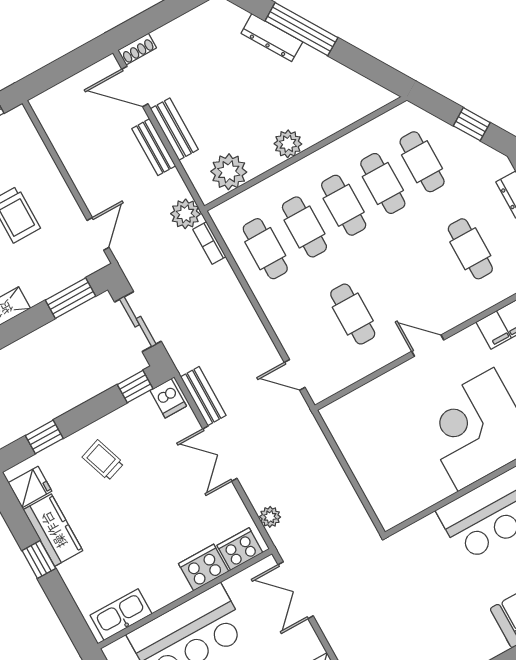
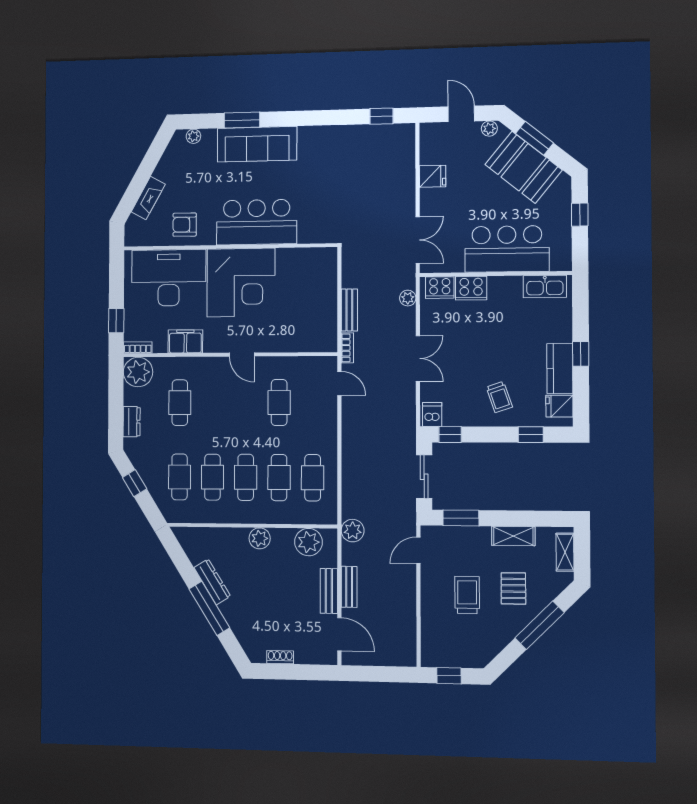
dresser: (272, 38) -> (212, 582), moved
shoe rack: (137, 49) -> (280, 657), moved
bookcase: (209, 243) -> (347, 348), moved
bench: (203, 396) -> (349, 310), moved

